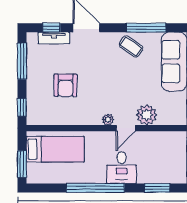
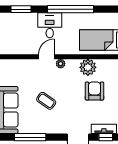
coffee table: (131, 46) -> (46, 101), moved
plant: (147, 115) -> (88, 67), moved

